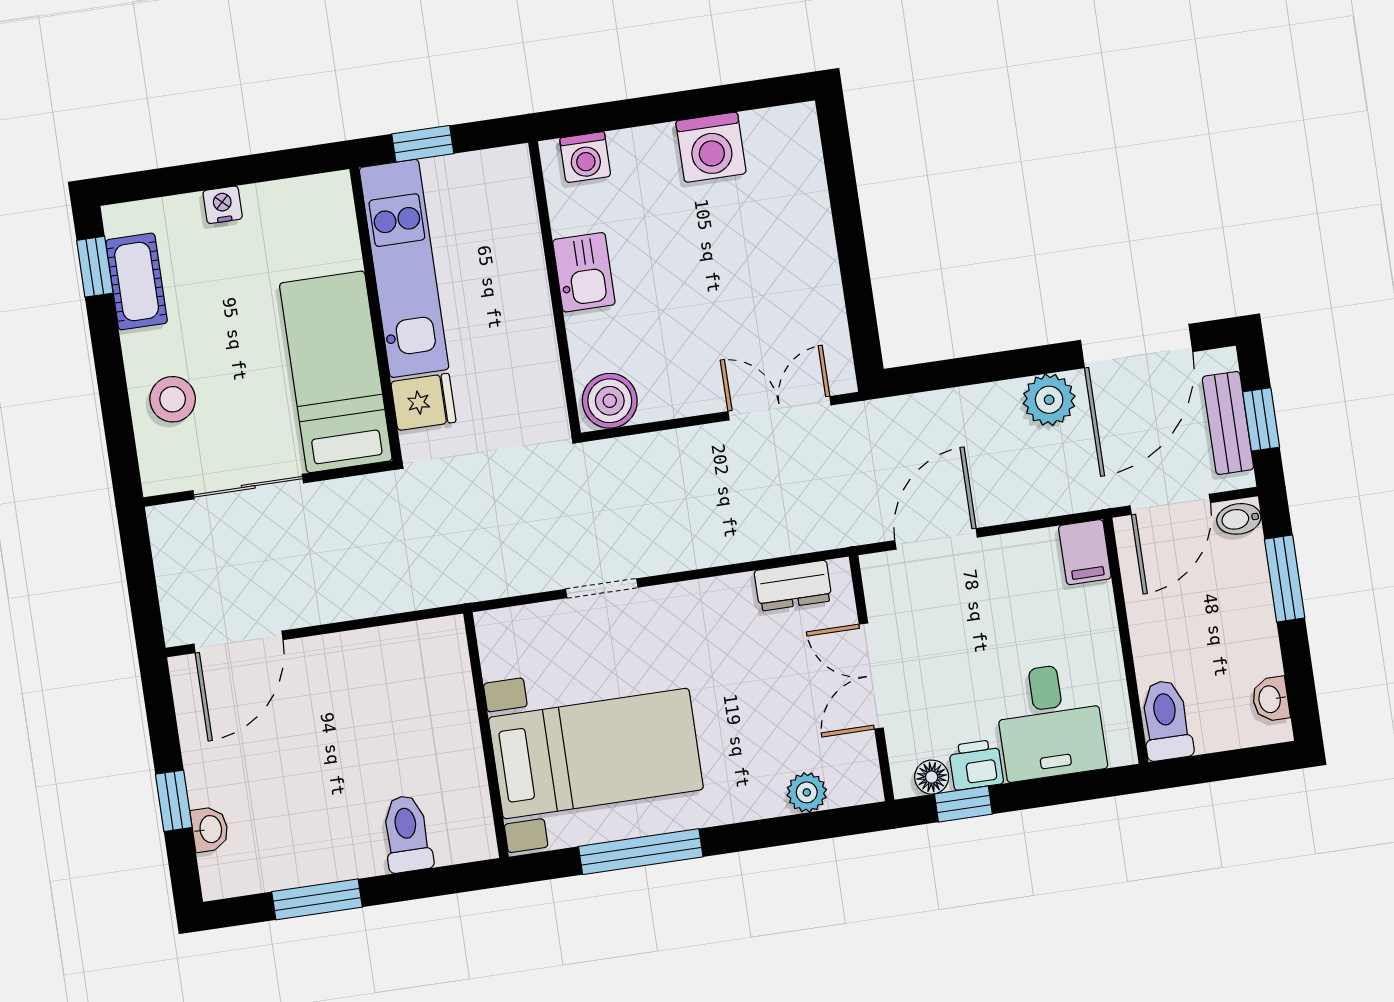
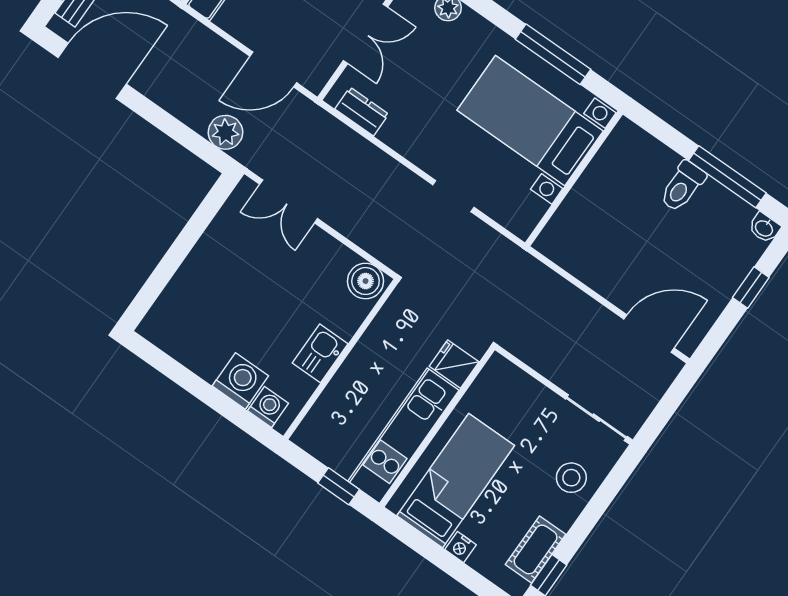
washing machine: (711, 147) -> (240, 381), moved
bed: (336, 372) -> (456, 481), moved, turned 180
plant: (1049, 400) -> (225, 132), moved
sliding door: (248, 487) -> (596, 418), moved
washbasin: (210, 829) -> (764, 228), moved, turned -90
toilet: (407, 834) -> (682, 186), moved
window: (317, 899) -> (727, 177), width x1.44

